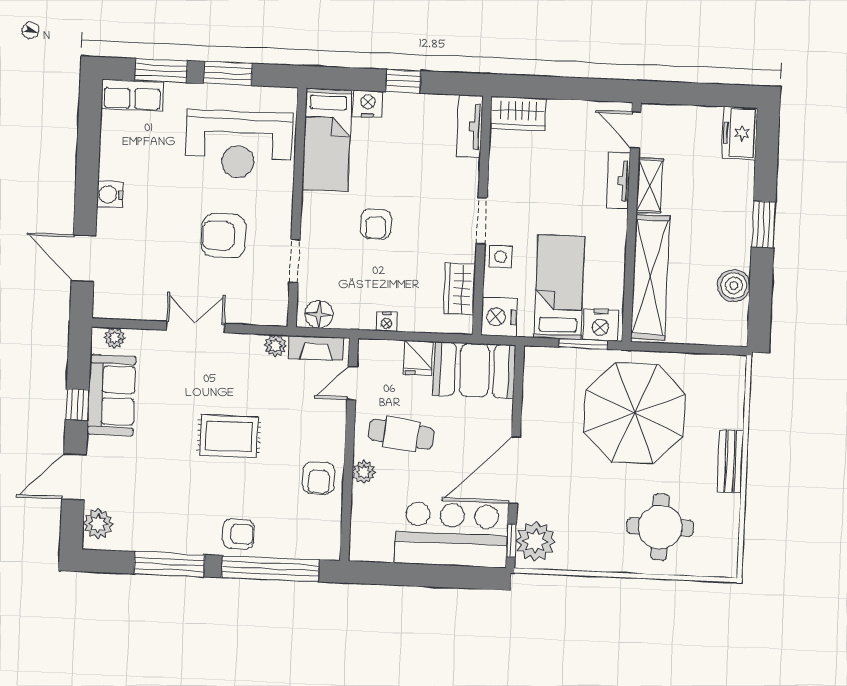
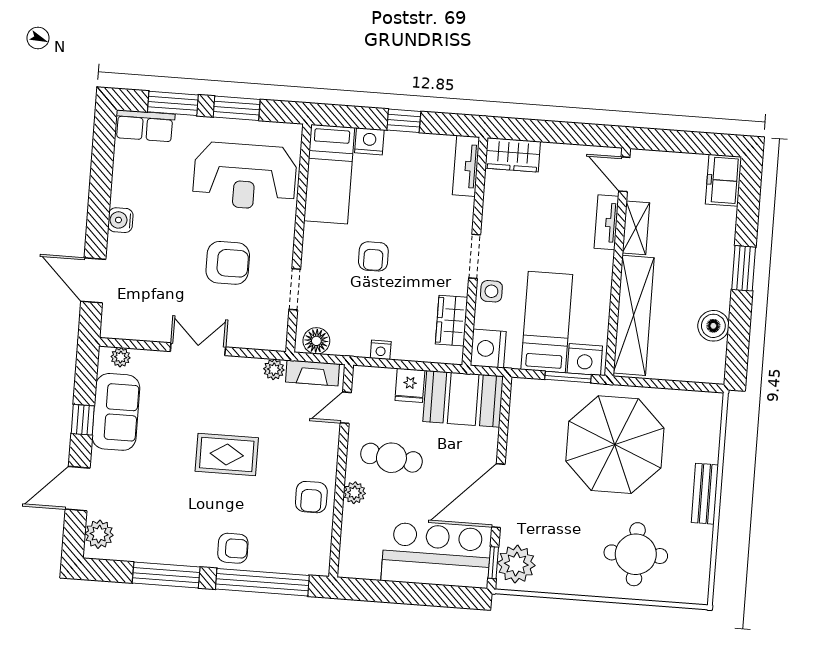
armchair: (224, 236) -> (228, 263), turned 180

